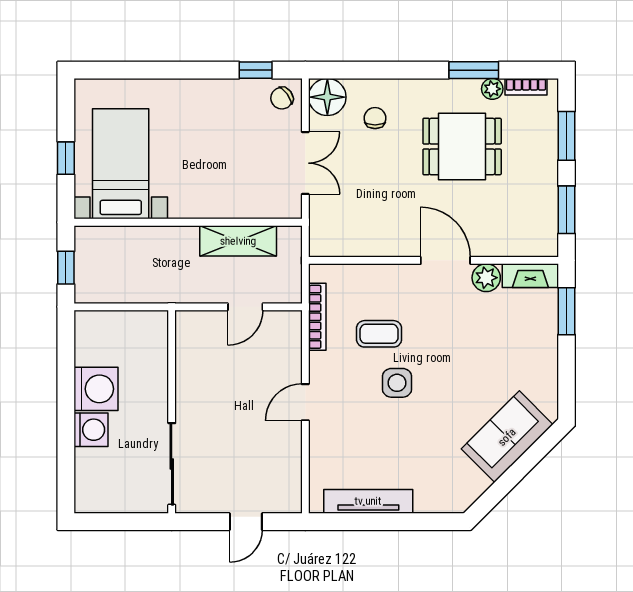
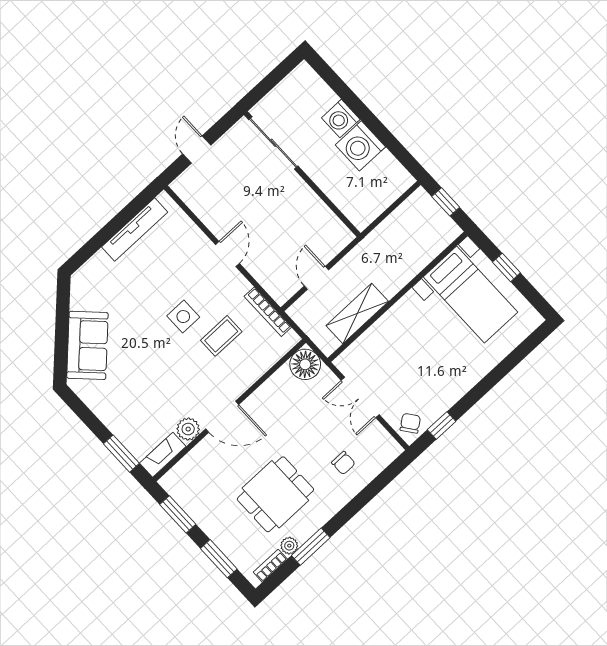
floor lamp: (327, 97) -> (305, 364), moved

